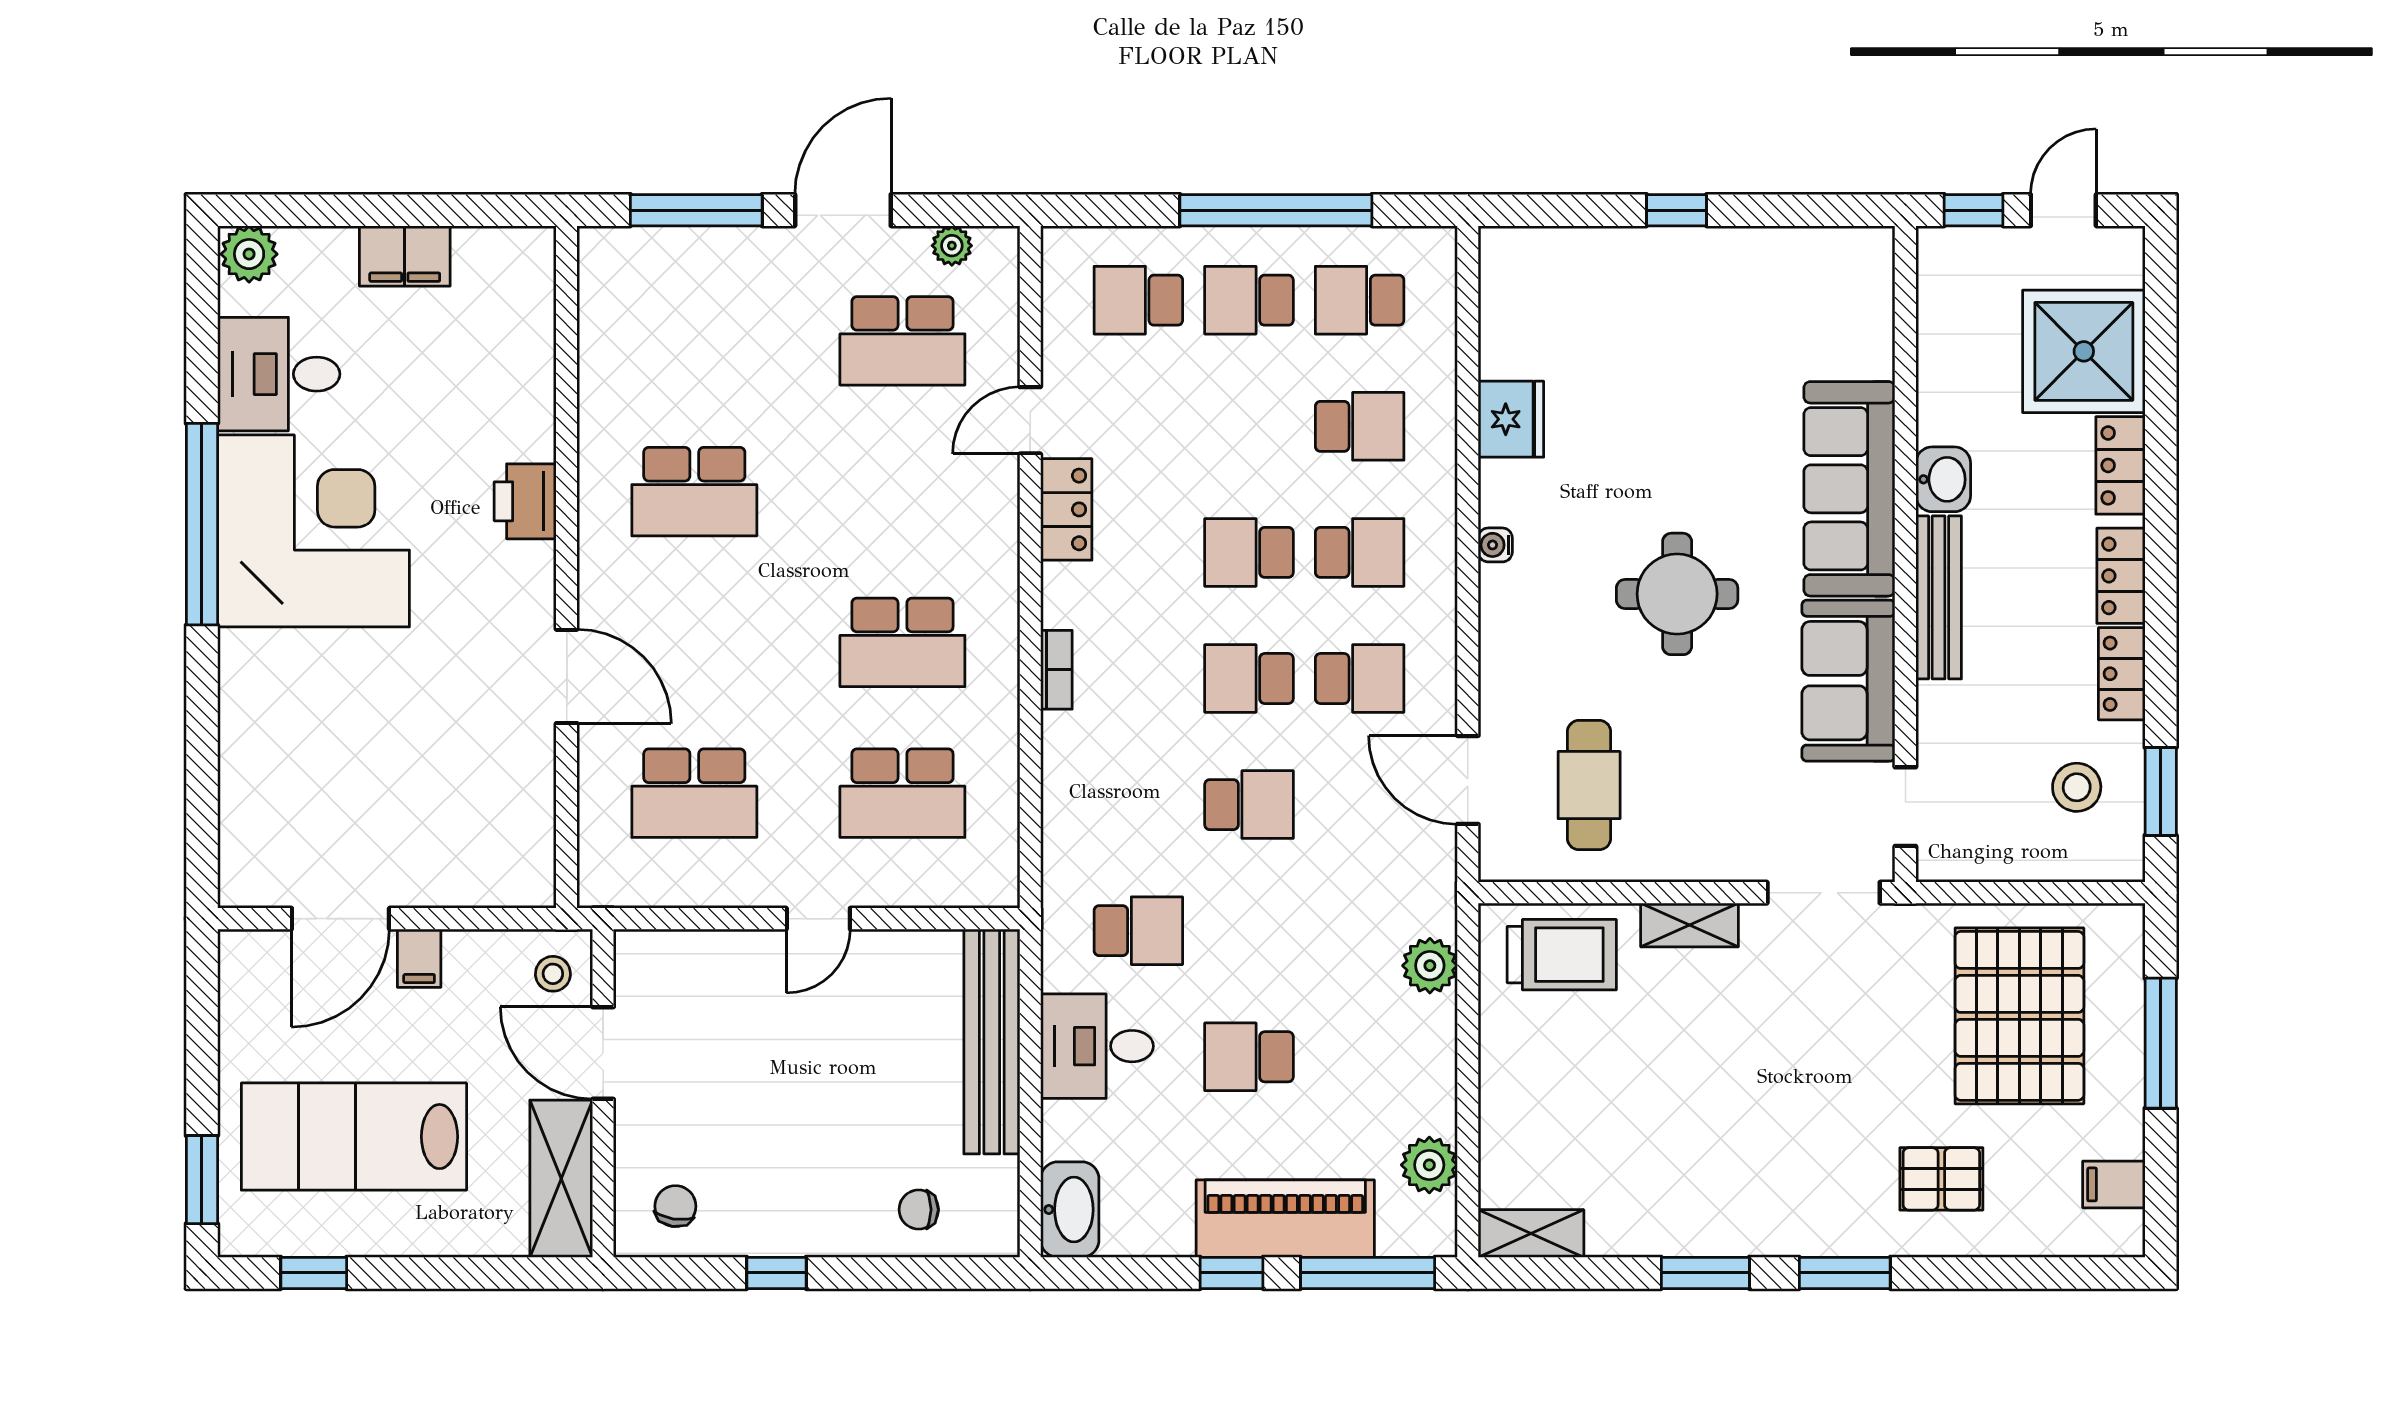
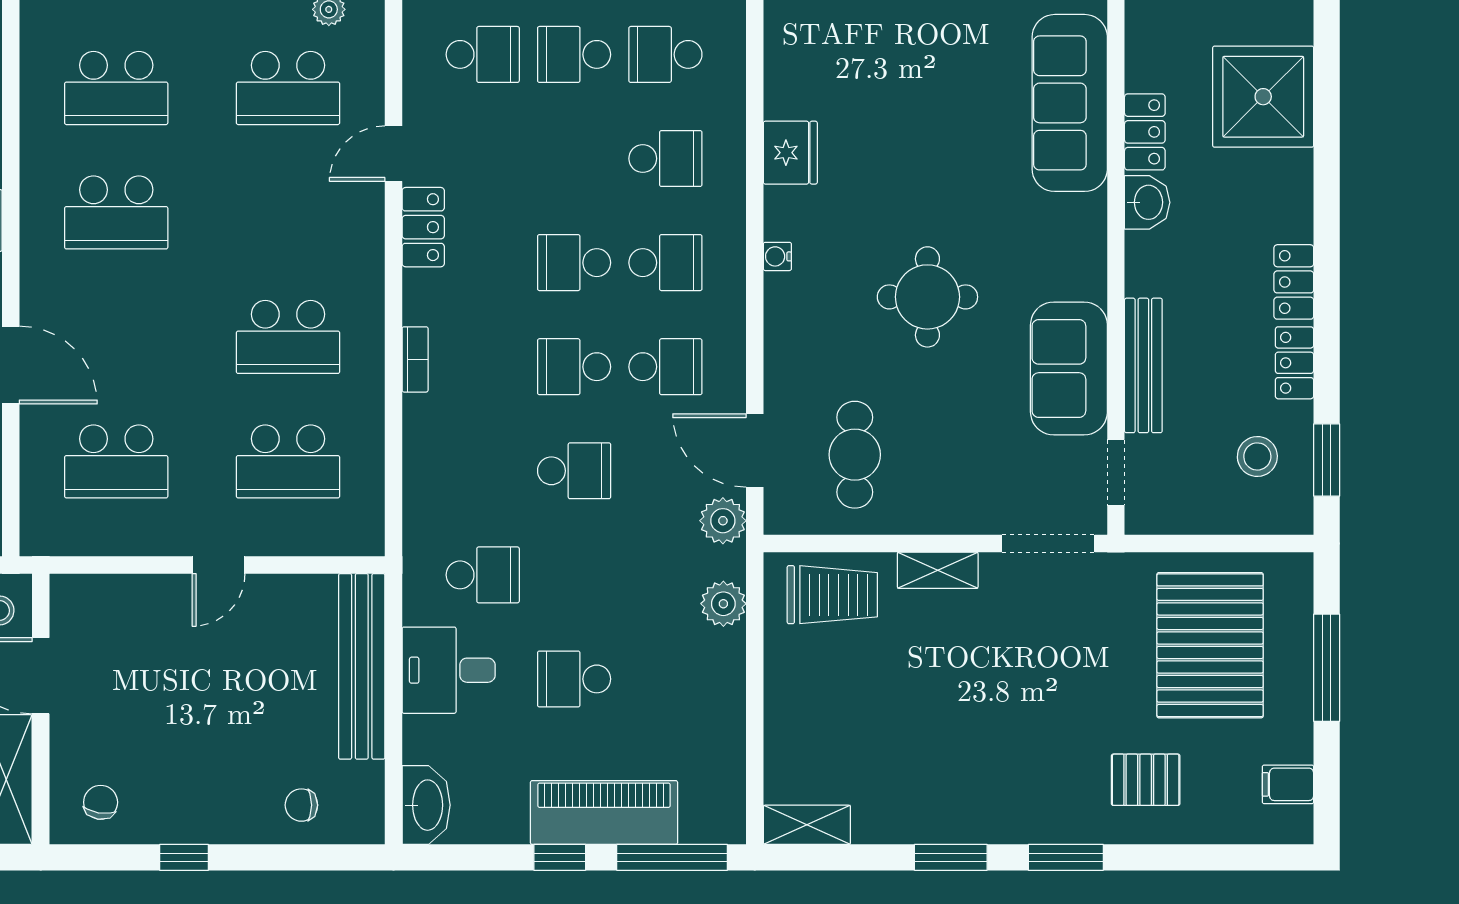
school desk: (1138, 300) -> (483, 54), turned 180
school desk: (694, 341) -> (116, 88), added
locker: (2120, 465) -> (1145, 132), moved, turned 180
sofa: (1849, 489) -> (1070, 103), moved
bench: (1939, 597) -> (1143, 365), moved
plant: (1429, 1165) -> (723, 521), moved

